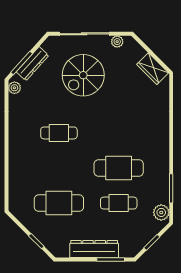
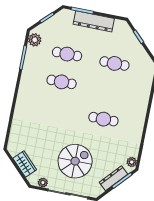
wardrobe: (153, 69) -> (25, 164), moved
cafe table: (119, 168) -> (62, 82), width x0.73, depth x0.74
cafe table: (59, 203) -> (114, 63), width x0.73, depth x0.74

